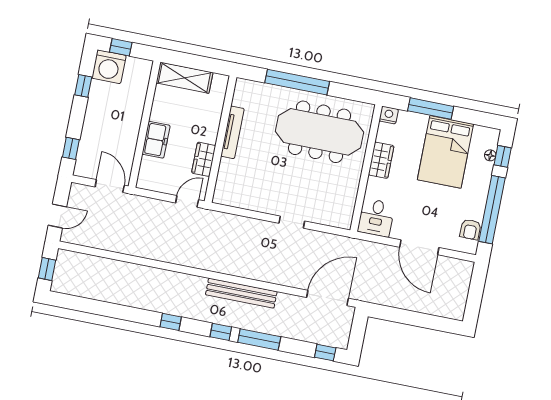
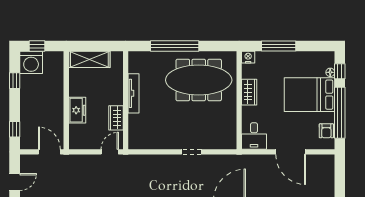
bed: (445, 152) -> (309, 95), moved, turned 90

